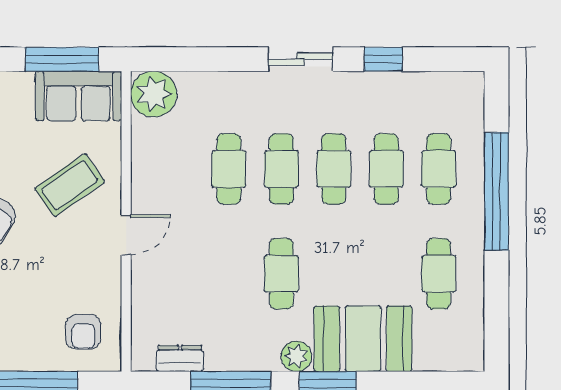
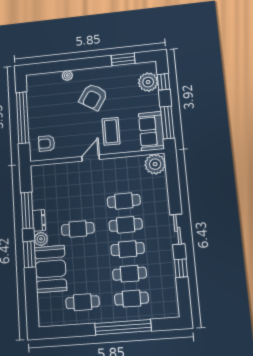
coffee table: (70, 185) -> (111, 131), turned 35
door: (126, 235) -> (91, 158), swing flipped
dresser: (180, 358) -> (39, 220), moved

